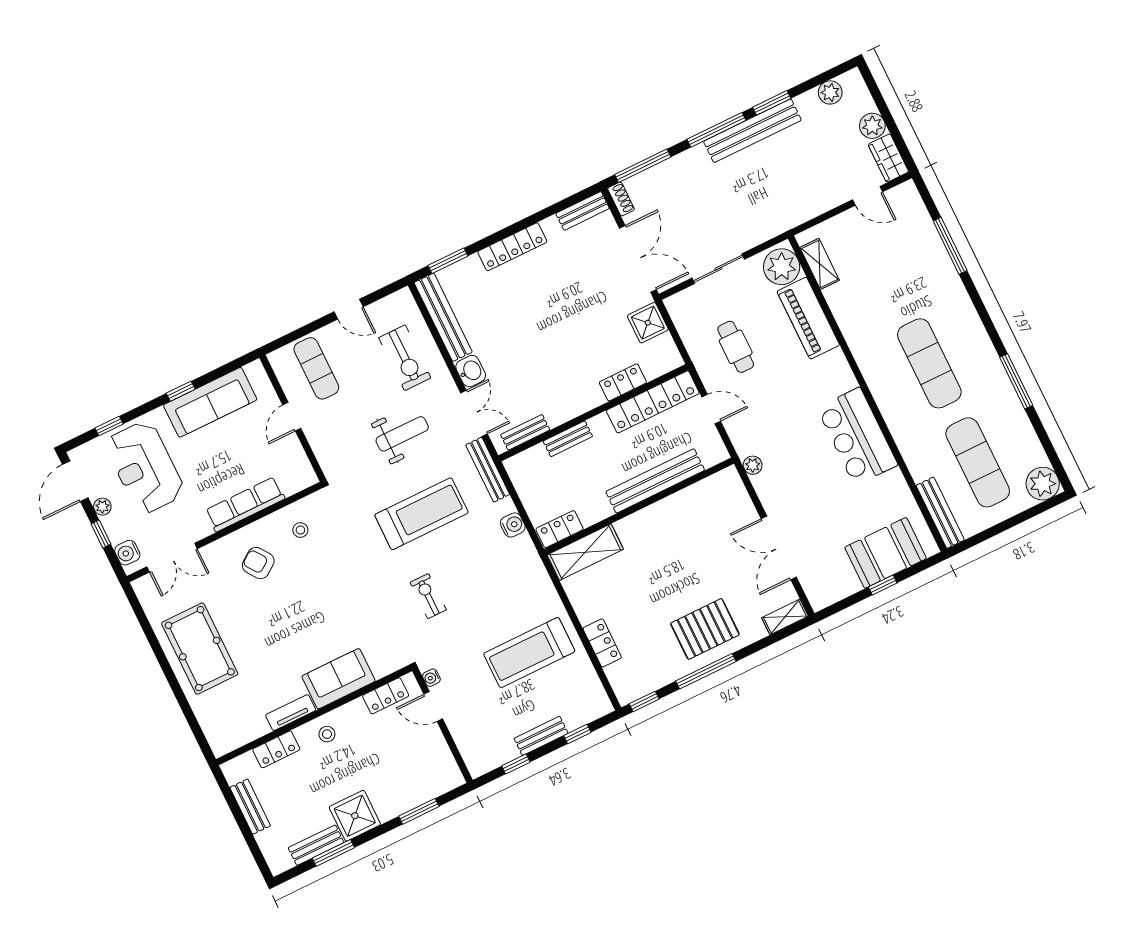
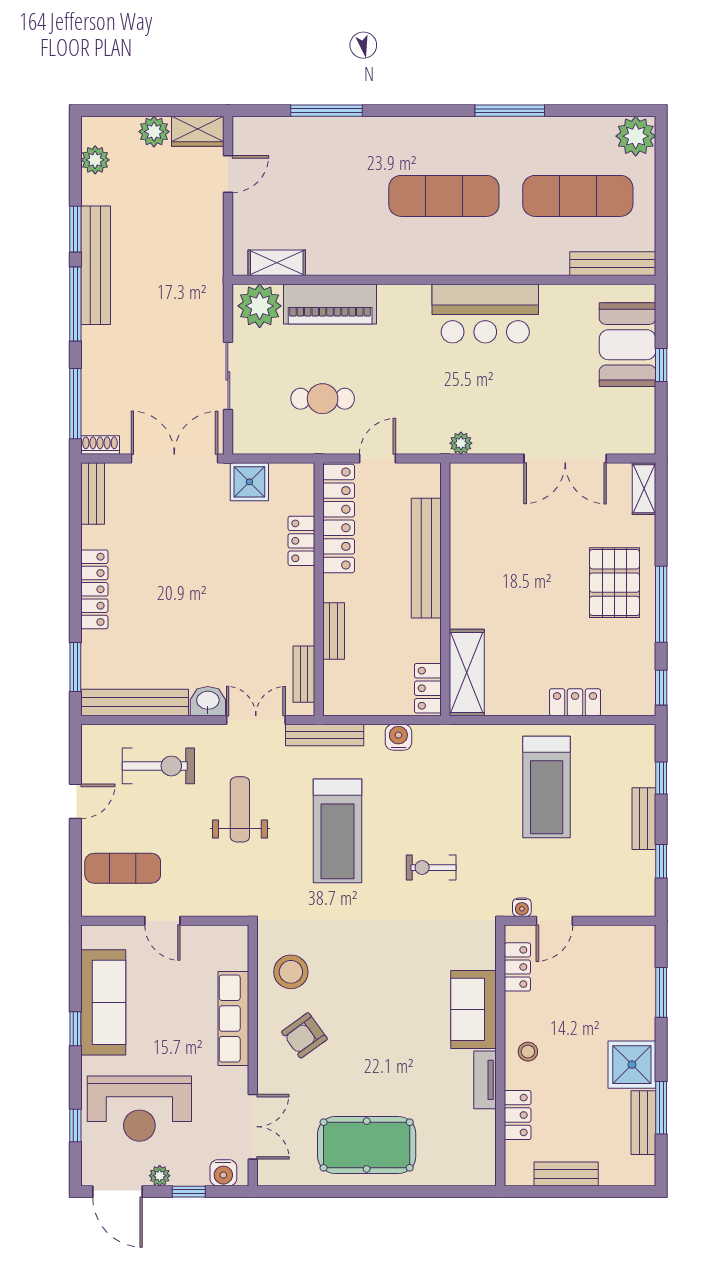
treadmill: (421, 514) -> (337, 831), turned 180
stool: (300, 530) -> (291, 972), width x1.89, depth x1.89

